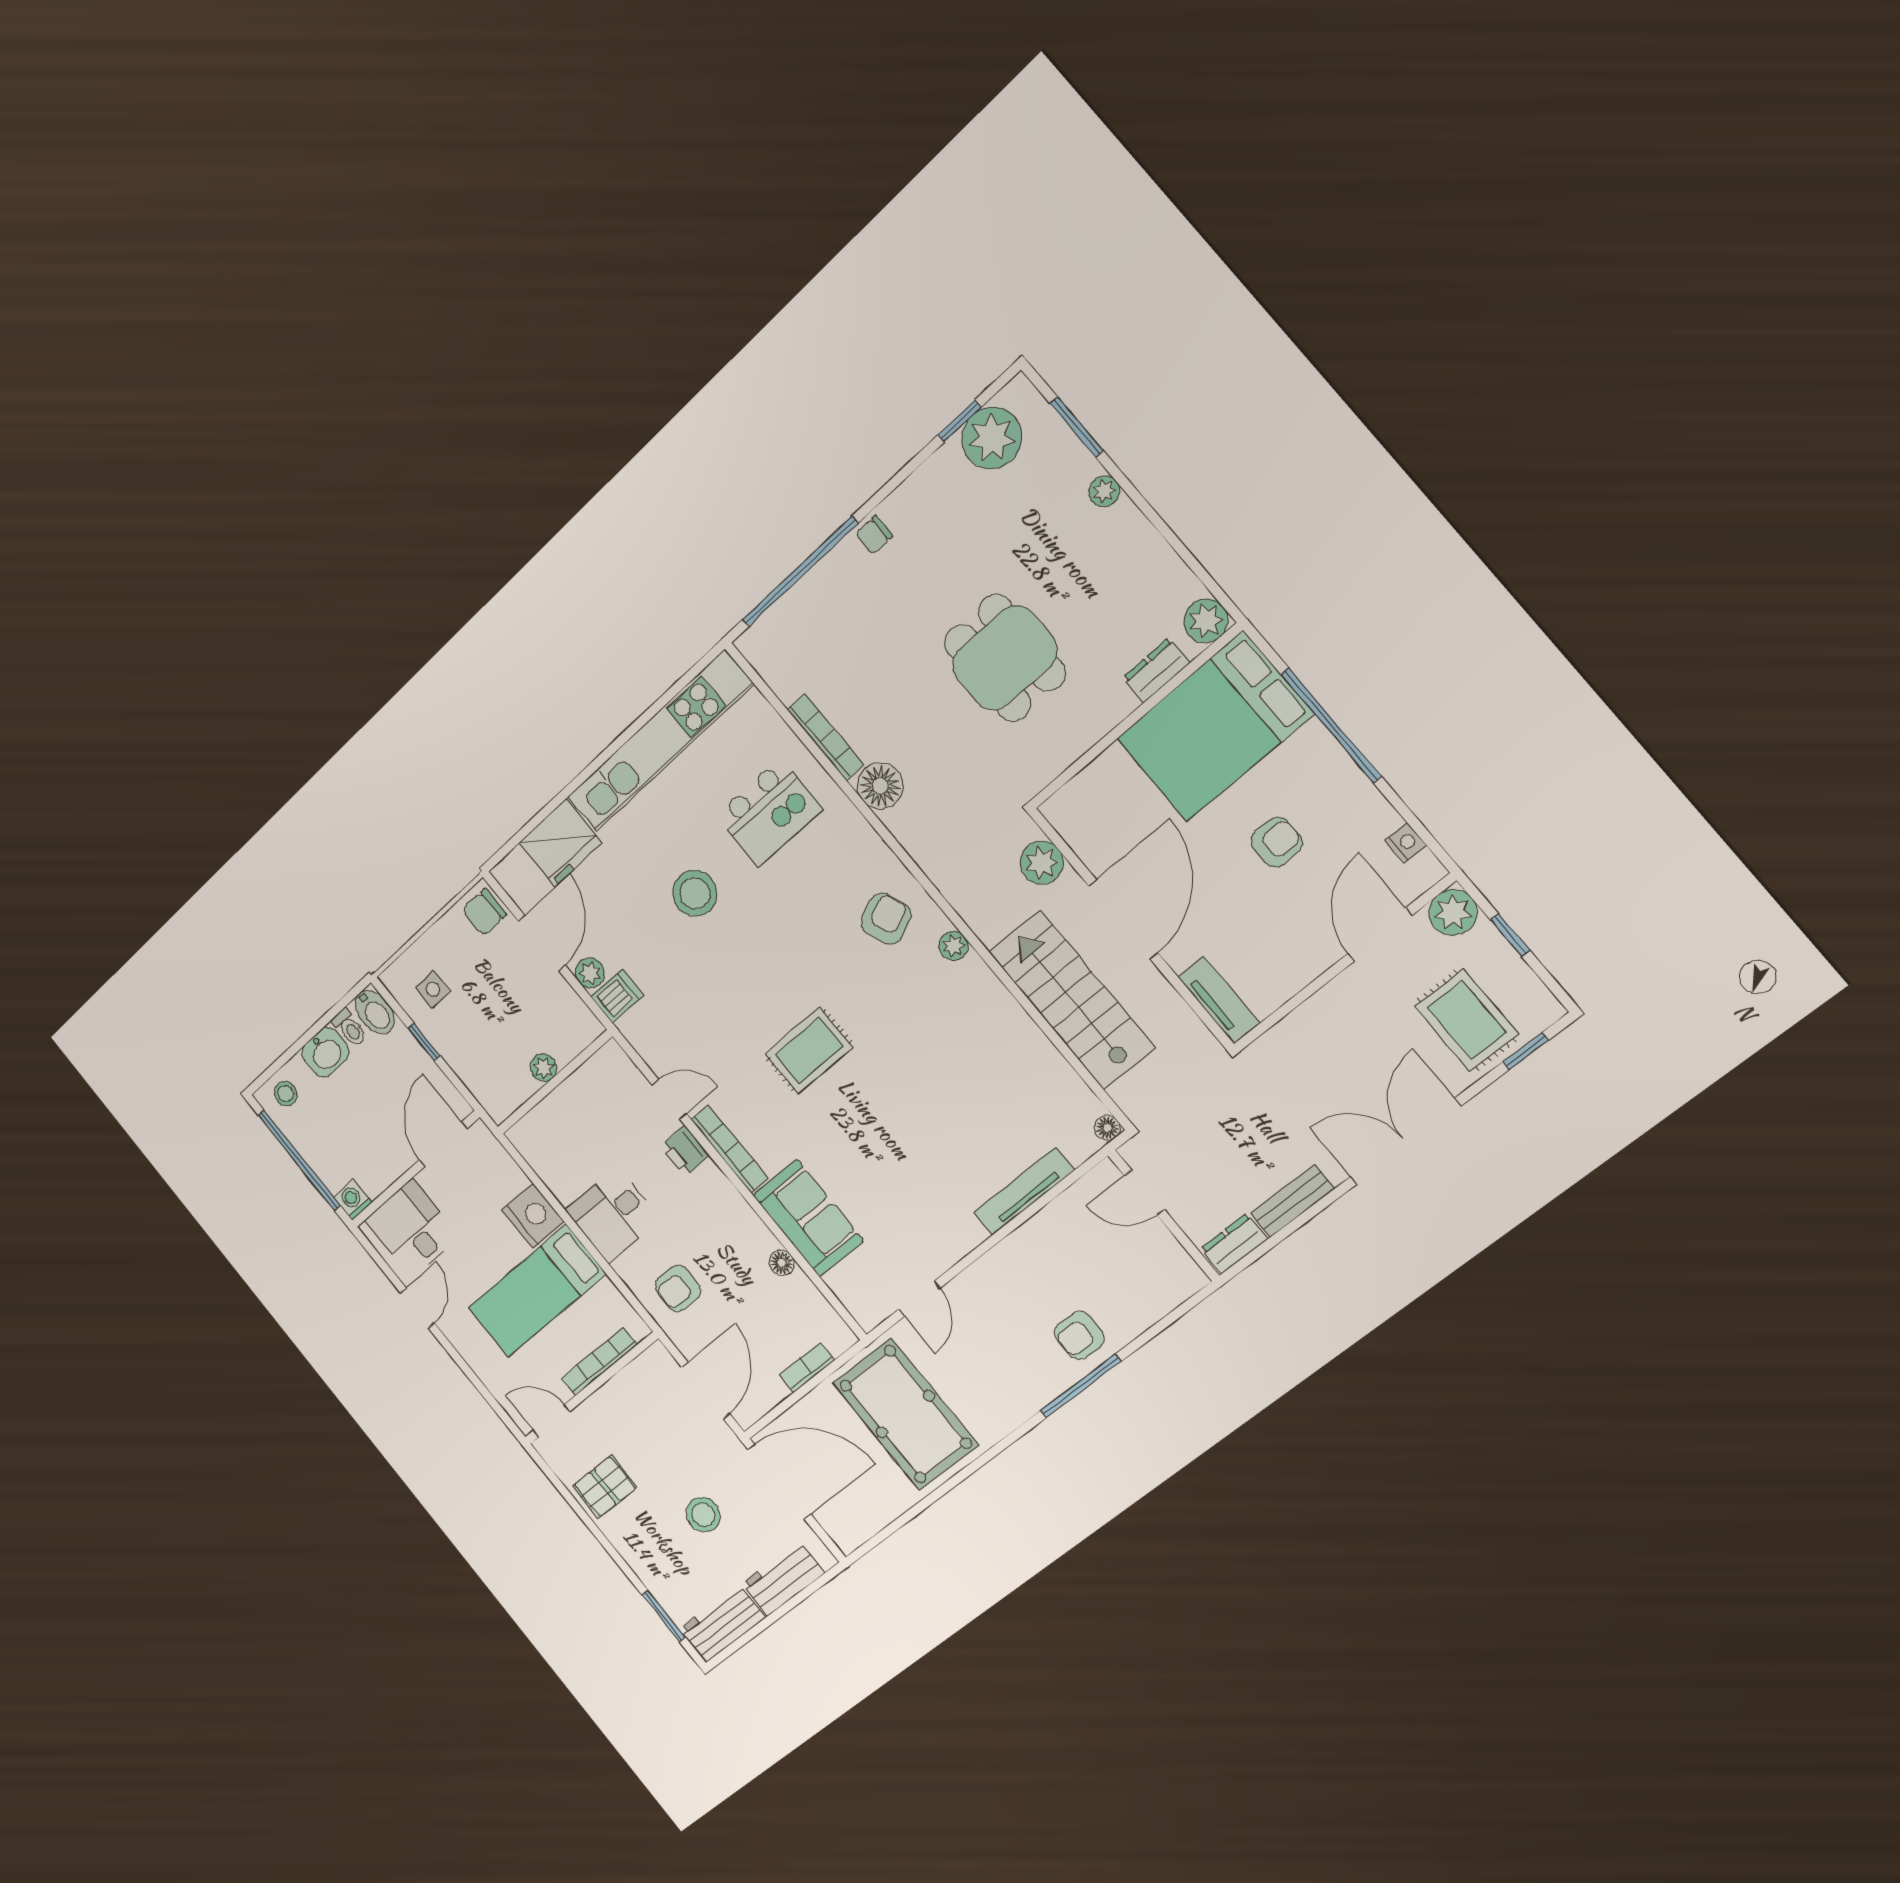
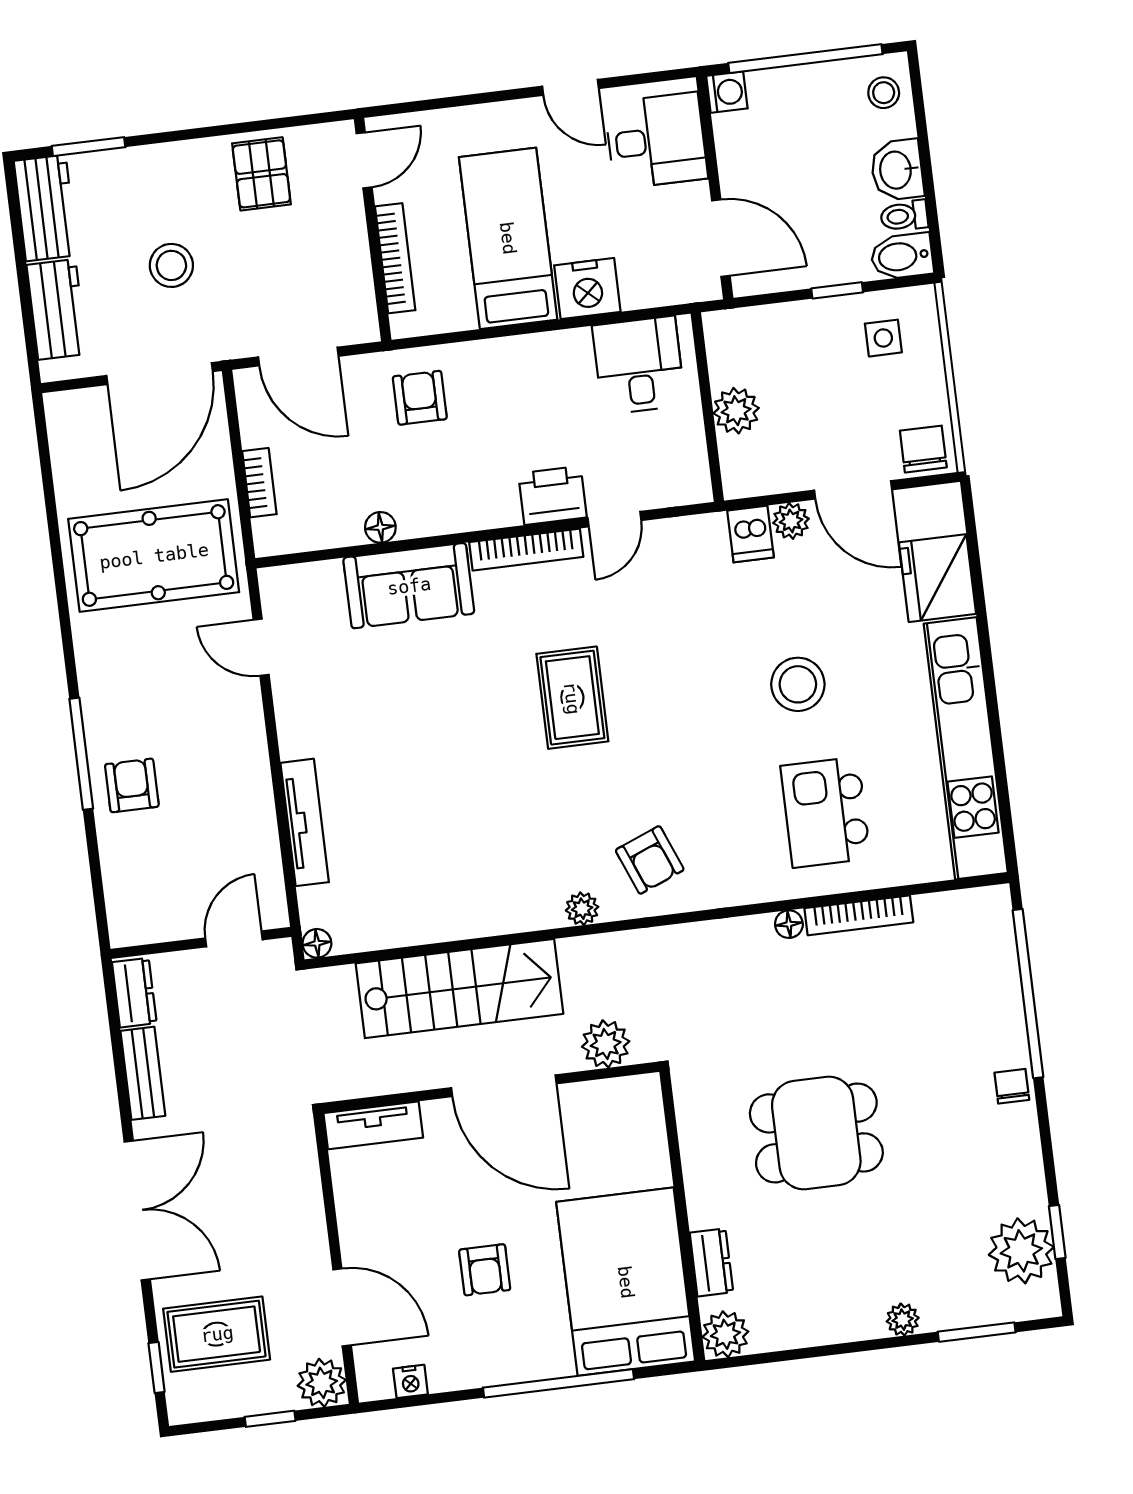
floor lamp: (880, 786) -> (789, 924), width x0.53, depth x0.53
plant: (544, 1068) -> (736, 411), width x1.38, depth x1.38
printer: (685, 1151) -> (552, 495), width x1.36, depth x1.24
desk: (613, 1215) -> (639, 365), moved

